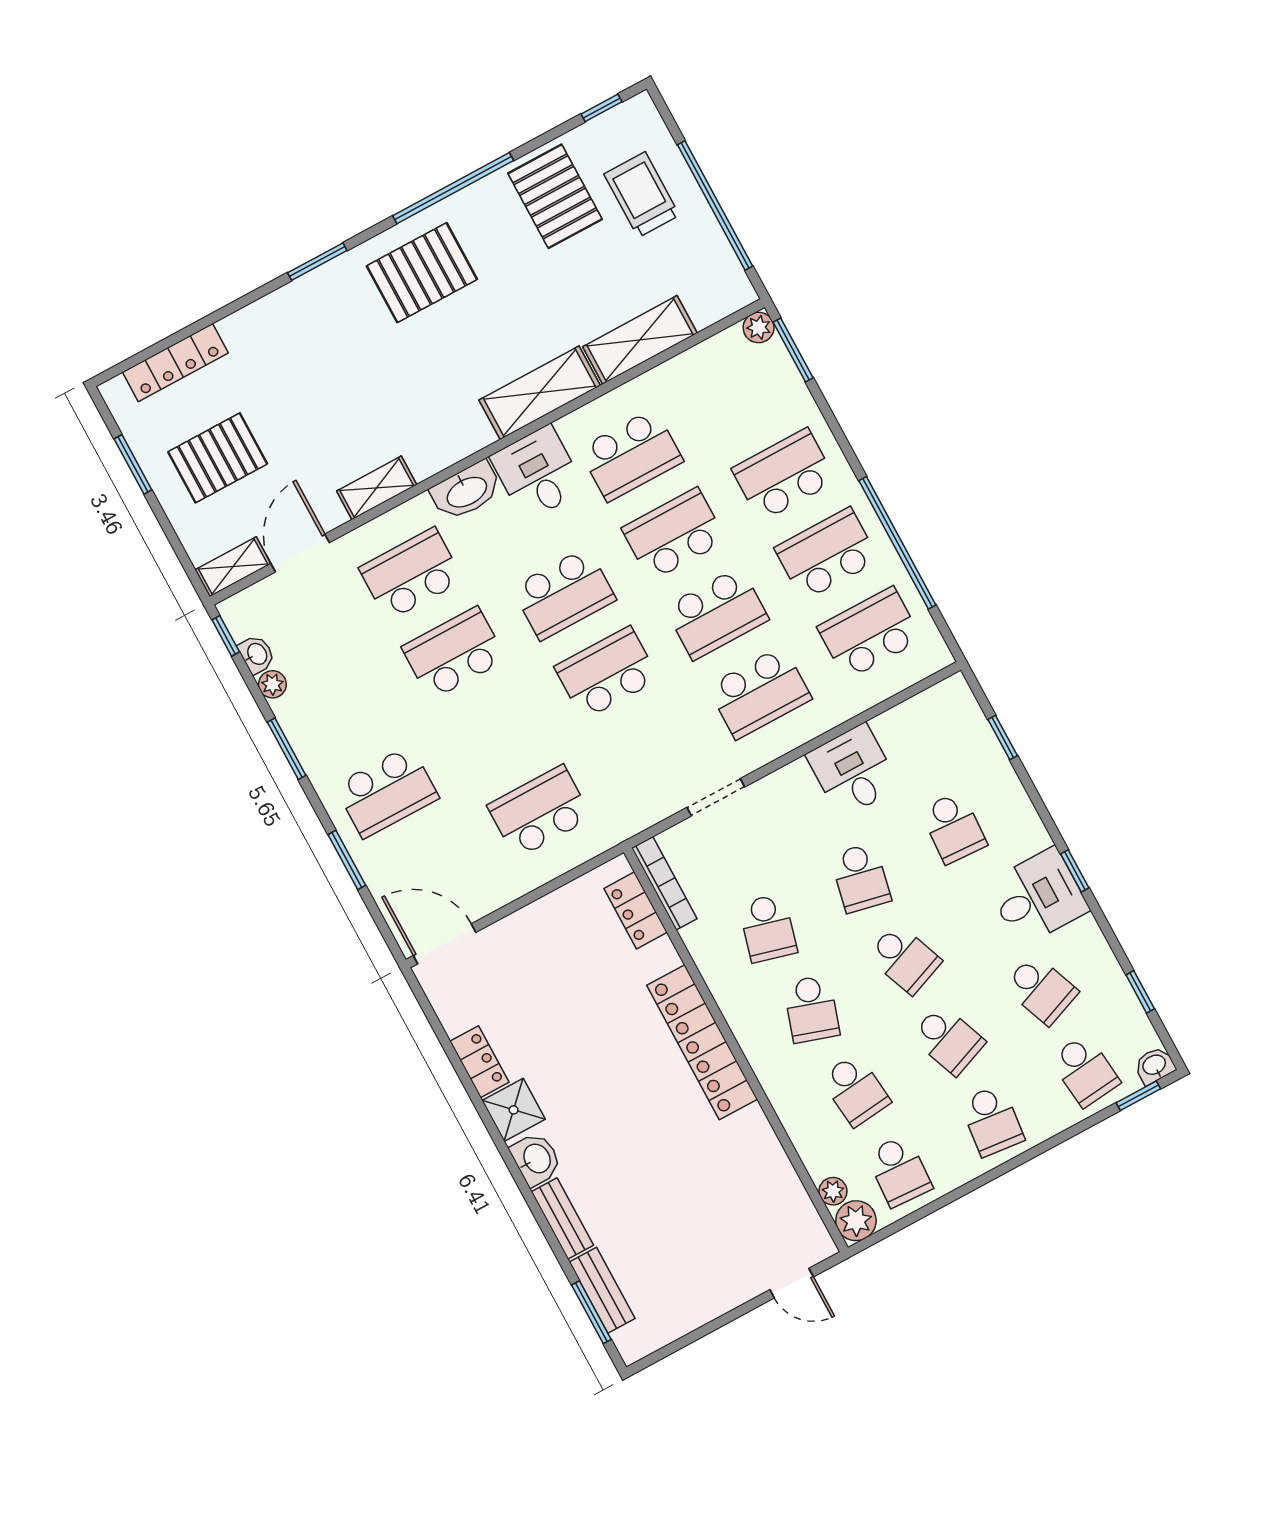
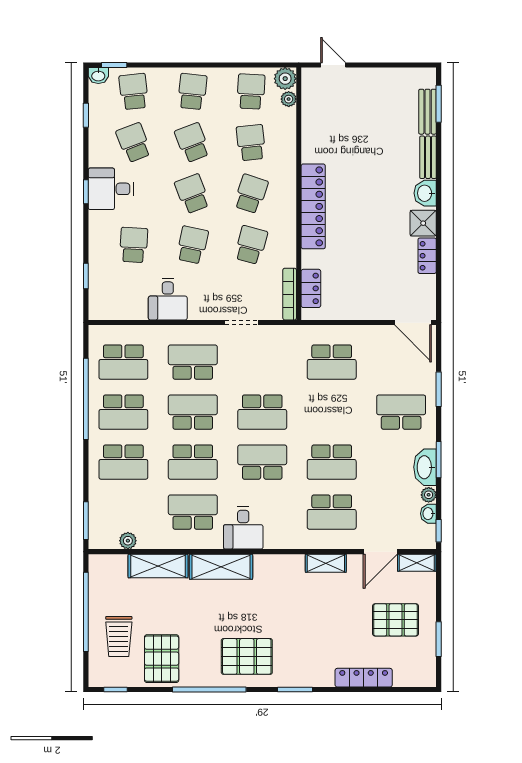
plant: (759, 328) -> (128, 541), moved
locker: (175, 363) -> (364, 678), moved
washbasin: (466, 491) -> (425, 467), moved, turned -90

